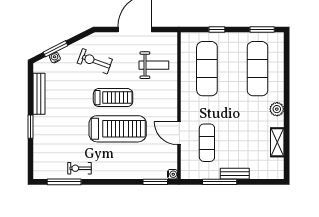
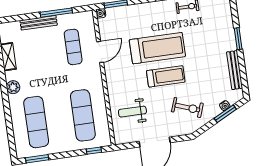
window: (217, 30) -> (94, 151), moved
treadmill: (113, 98) -> (166, 76), turned 180
treadmill: (118, 129) -> (157, 48), turned 180
door: (179, 133) -> (100, 52), hinge flipped
bench: (235, 174) -> (39, 23), width x1.36

